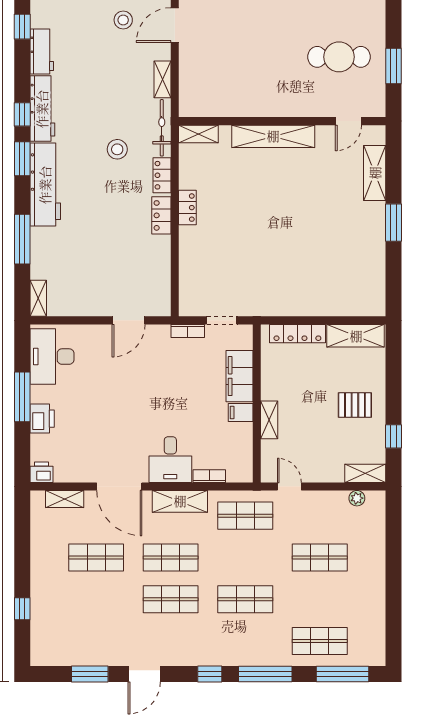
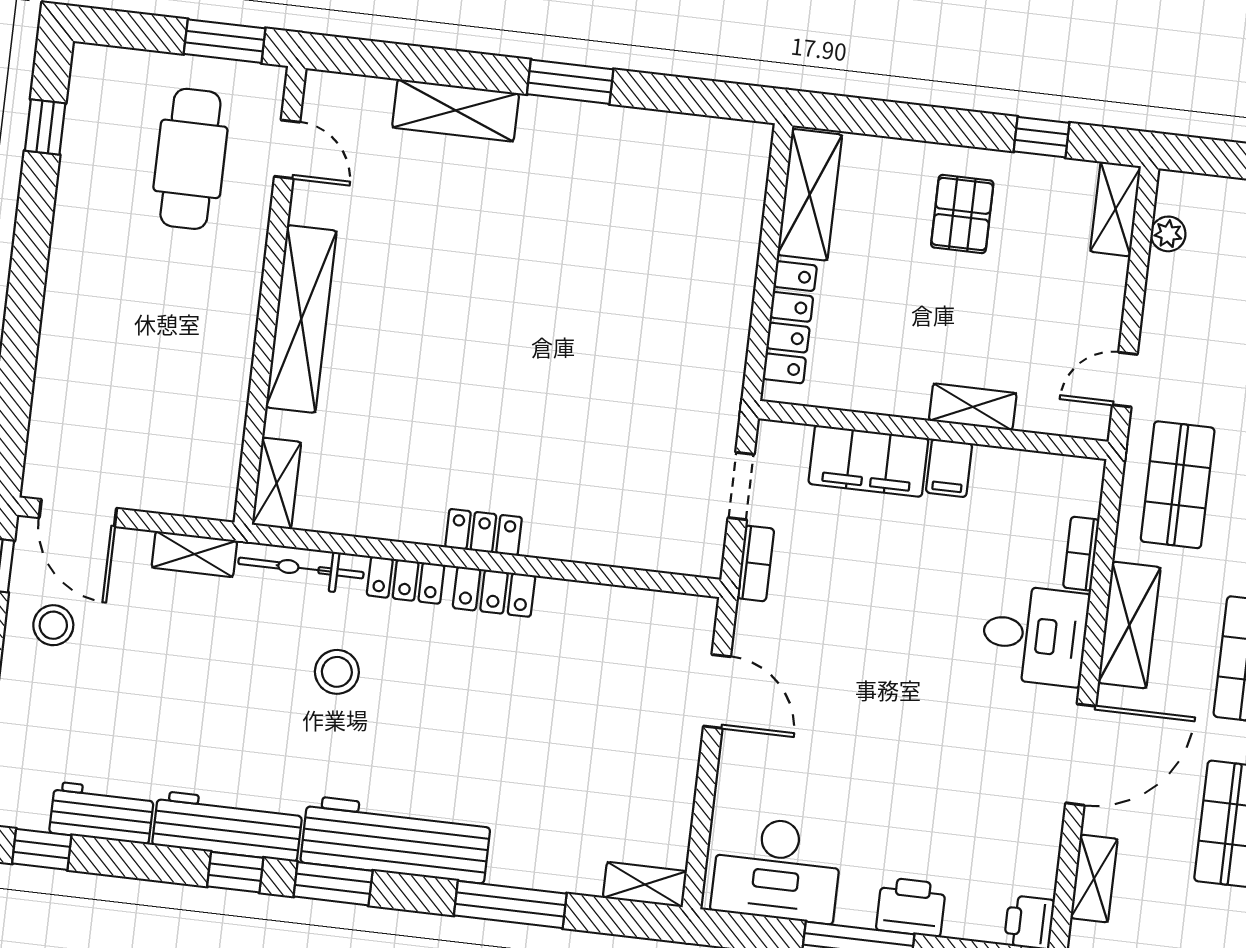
wall: (282, 121) -> (270, 295), moved
door: (348, 121) -> (287, 149), moved
shelving: (198, 134) -> (277, 483), moved
shelving: (273, 136) -> (301, 319), moved

